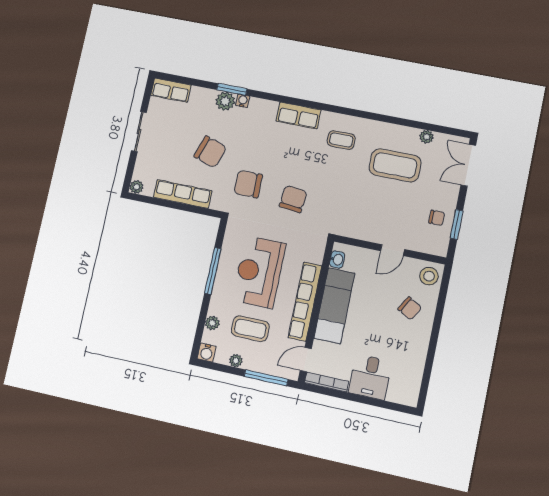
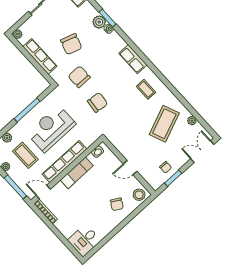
coffee table: (395, 165) -> (164, 124), turned 68
exam couch: (334, 306) -> (77, 173), width x0.73, depth x0.69
desk: (370, 377) -> (84, 240), moved

